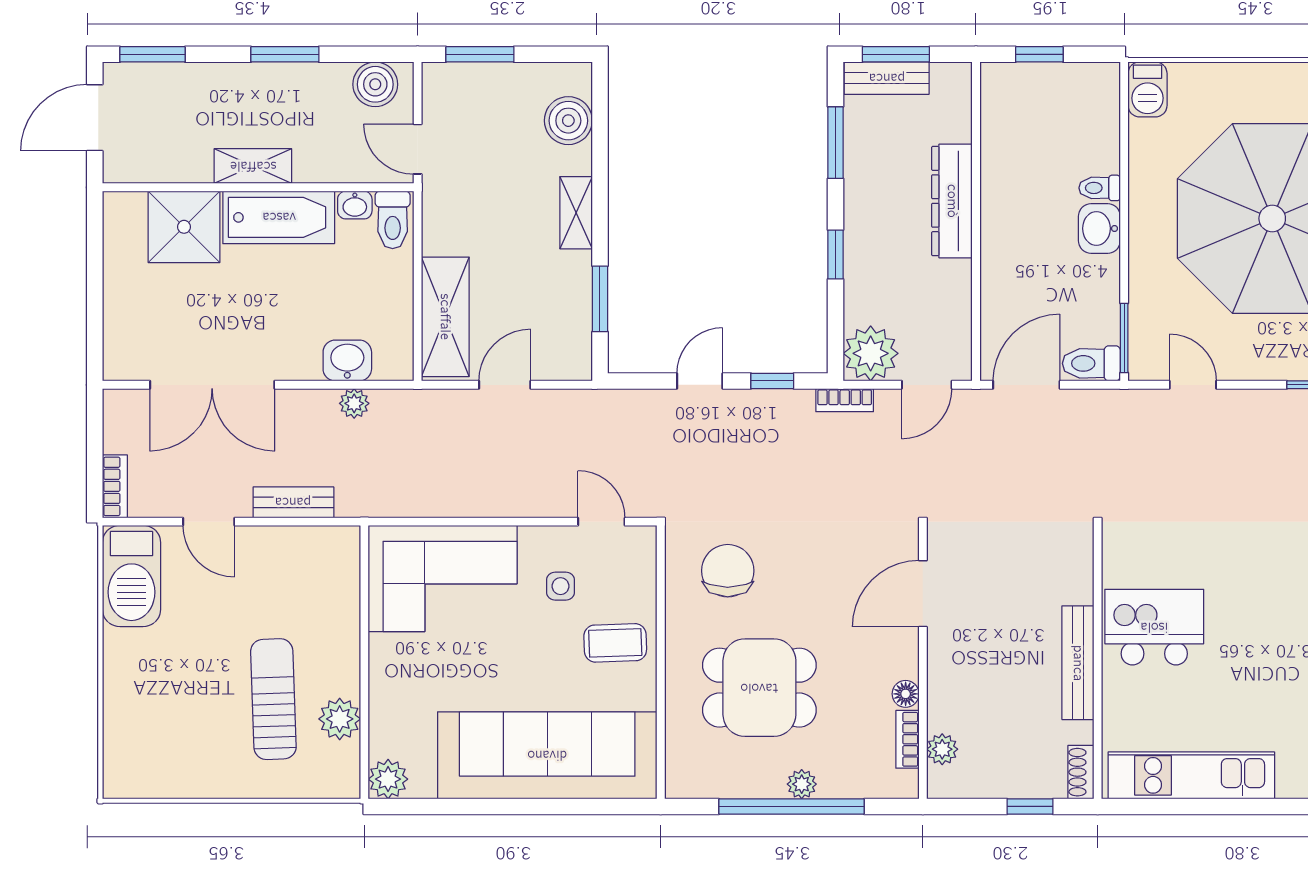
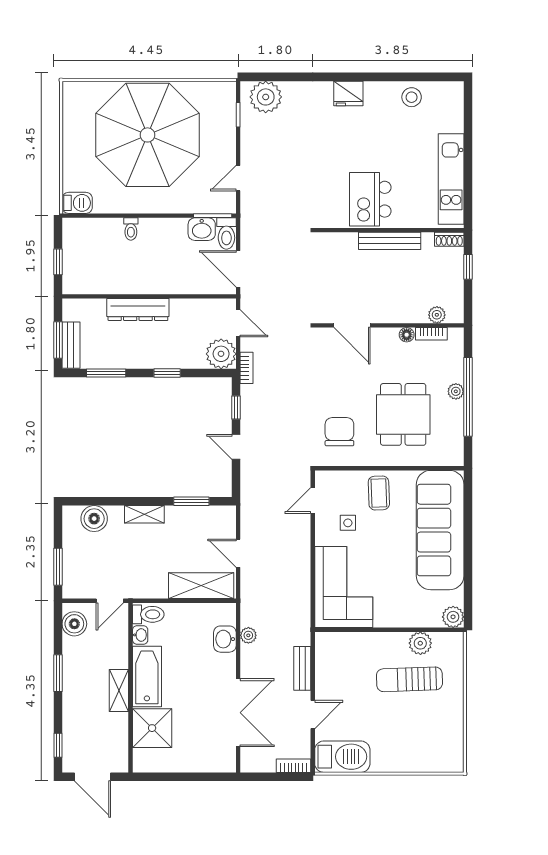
window: (152, 54) -> (58, 745), width x0.67
washbasin: (1099, 228) -> (202, 229), moved
chair: (728, 571) -> (339, 432), turned 90

